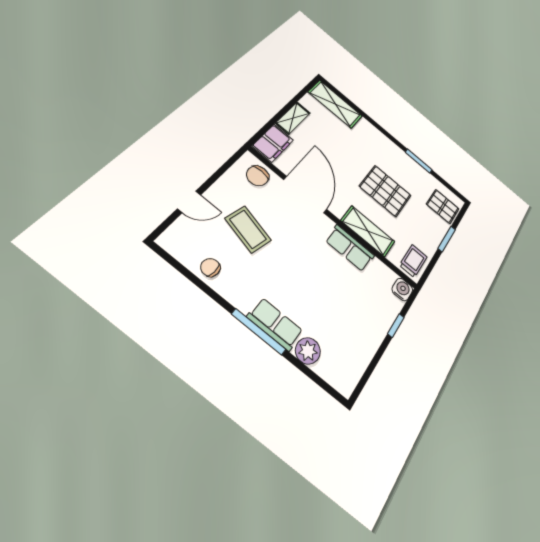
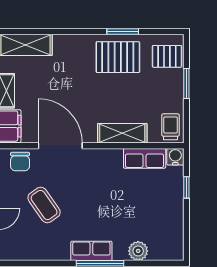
pallet: (385, 191) -> (118, 57), moved
coffee table: (248, 229) -> (44, 205), turned 41
row of seats: (350, 248) -> (145, 158), moved
chair: (210, 267) -> (42, 249), removed
row of seats: (275, 324) -> (91, 251), moved

